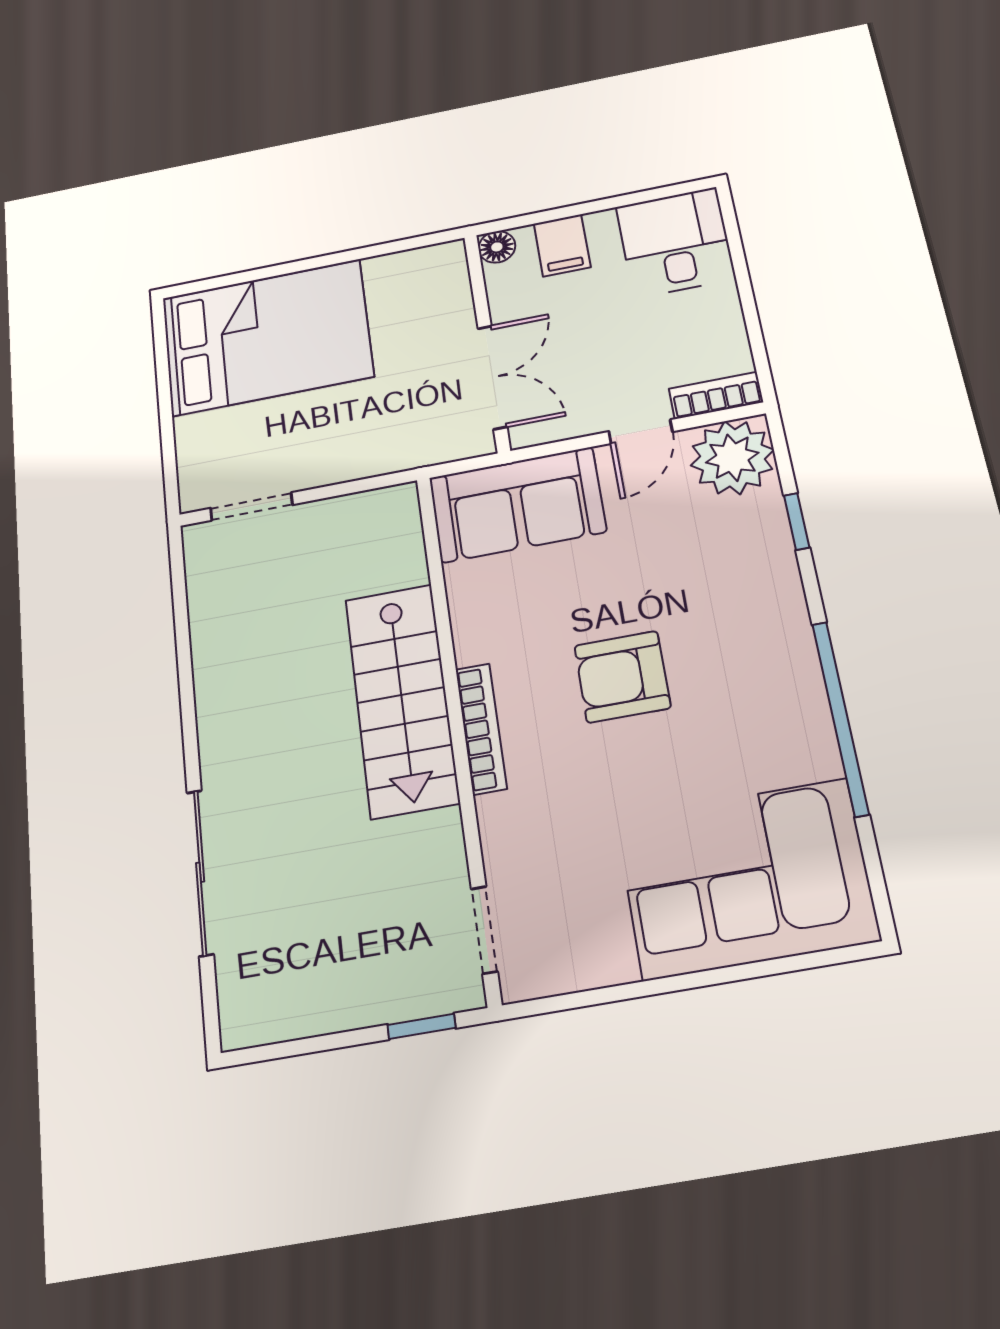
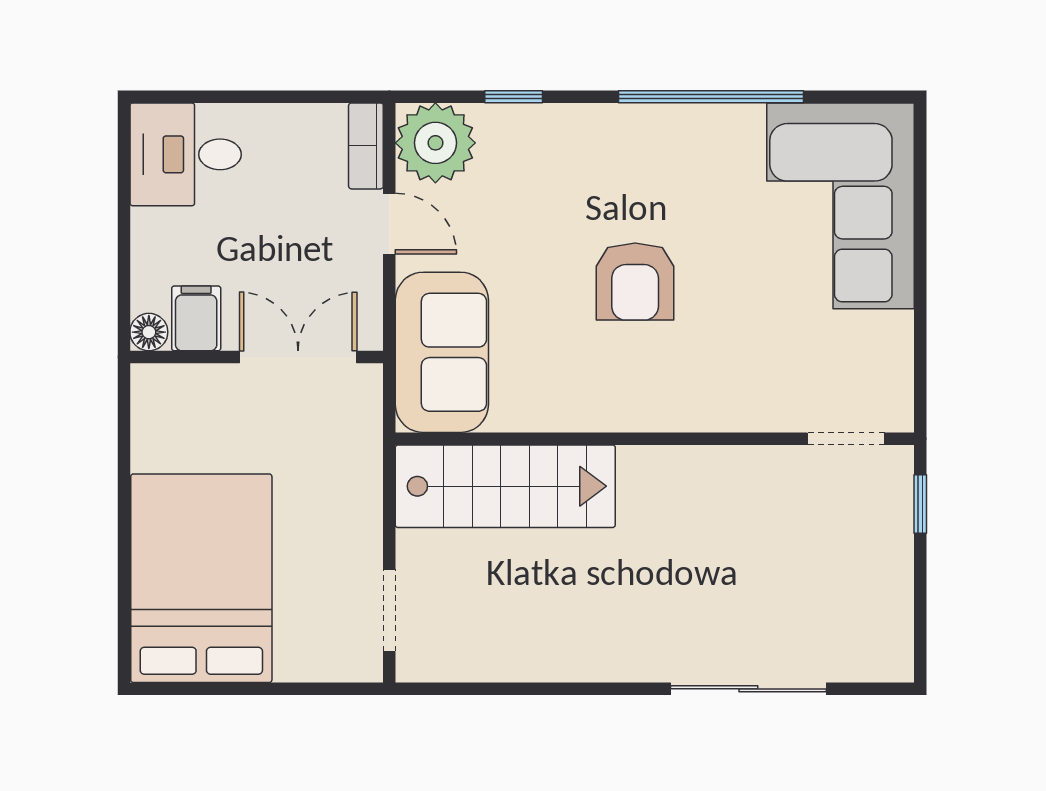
filing cabinet: (562, 245) -> (196, 318), moved, turned -90
stairs: (402, 700) -> (505, 486), moved
bookcase: (481, 729) -> (660, 417), removed

